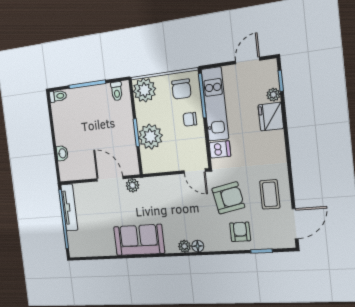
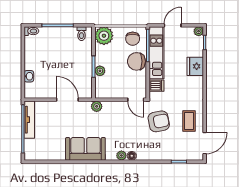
door: (248, 61) -> (173, 25), moved
plant: (273, 95) -> (199, 31), moved
chair: (190, 119) -> (136, 61), width x1.87, depth x1.87
plant: (150, 137) -> (100, 71), width x0.53, depth x0.53
plant: (133, 185) -> (97, 106), moved
armchair: (240, 232) -> (165, 147), removed

